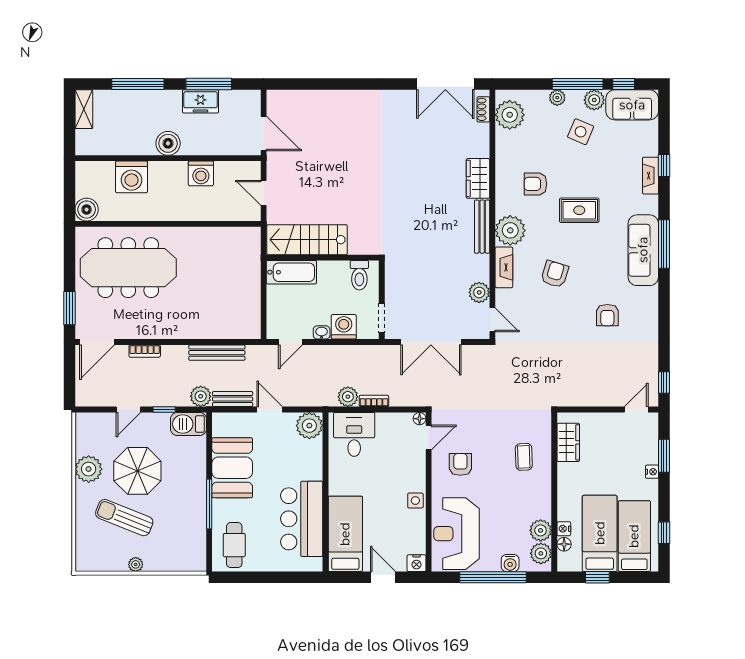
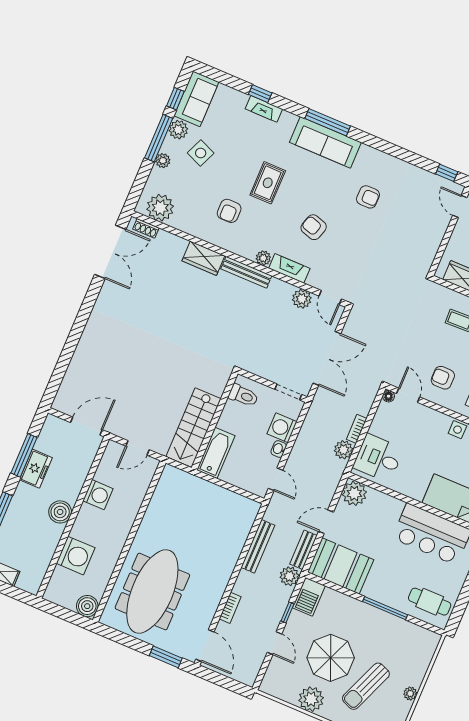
plant: (510, 230) -> (263, 258), width x0.53, depth x0.53
door: (492, 320) -> (330, 298), swing flipped
booth: (232, 468) -> (341, 566), moved

